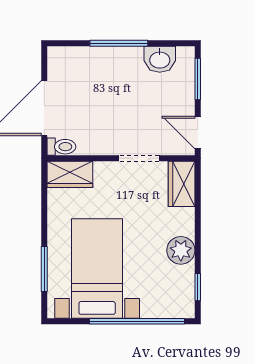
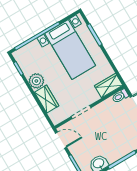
wardrobe: (182, 184) -> (47, 99), moved

